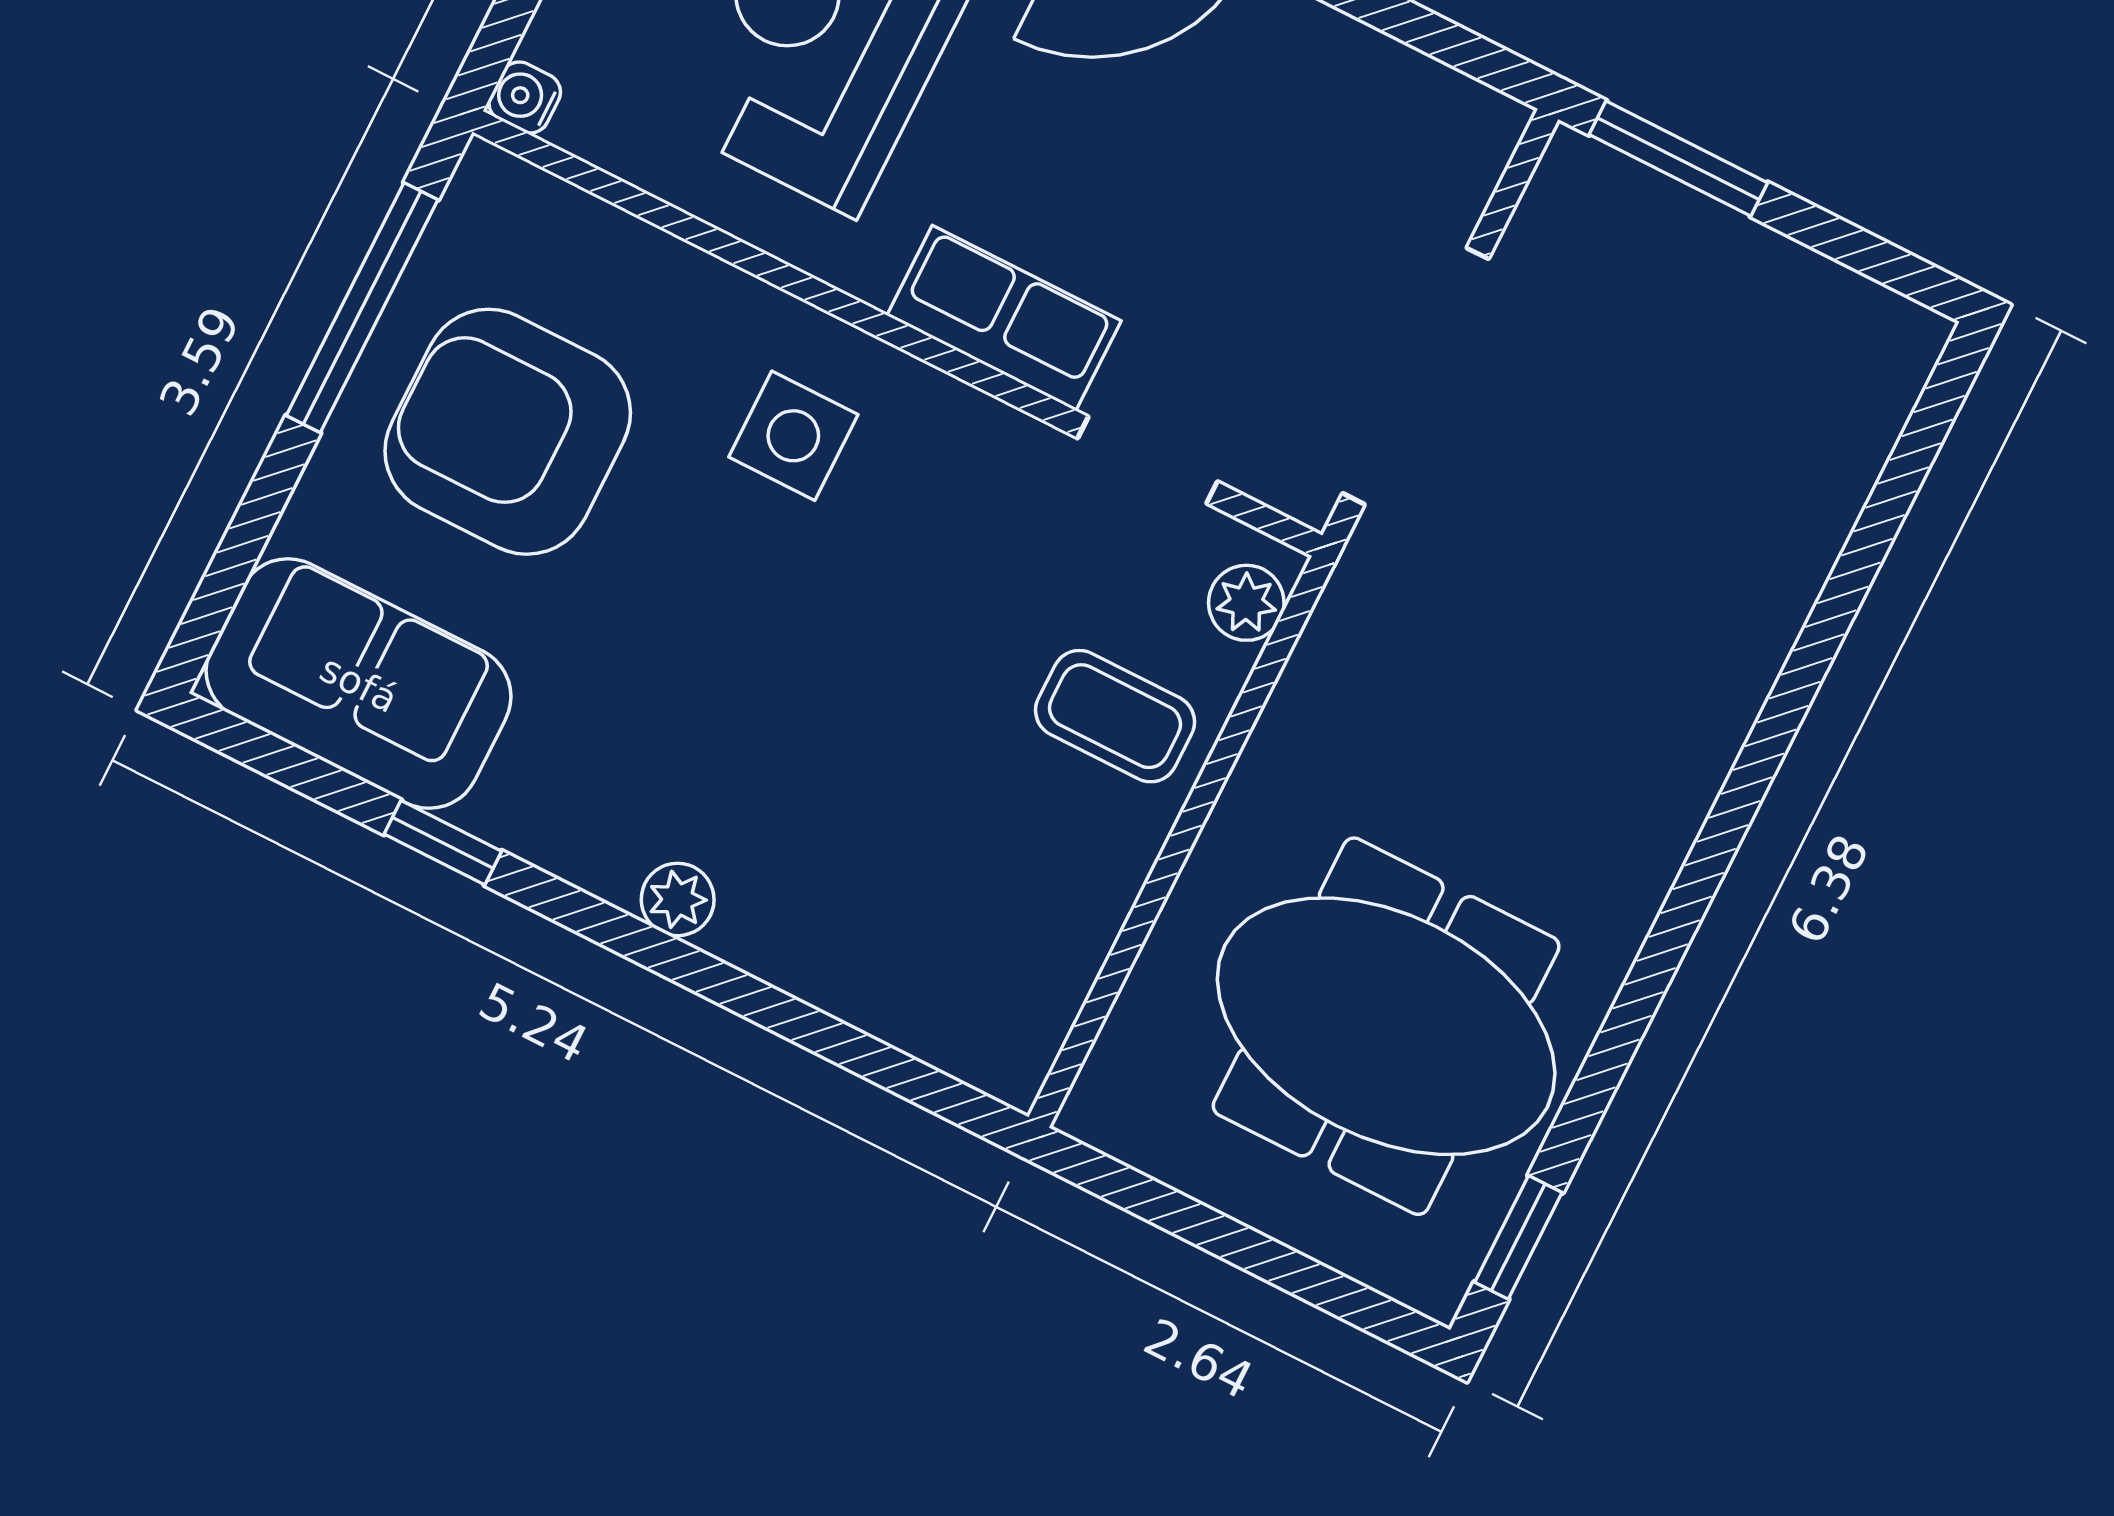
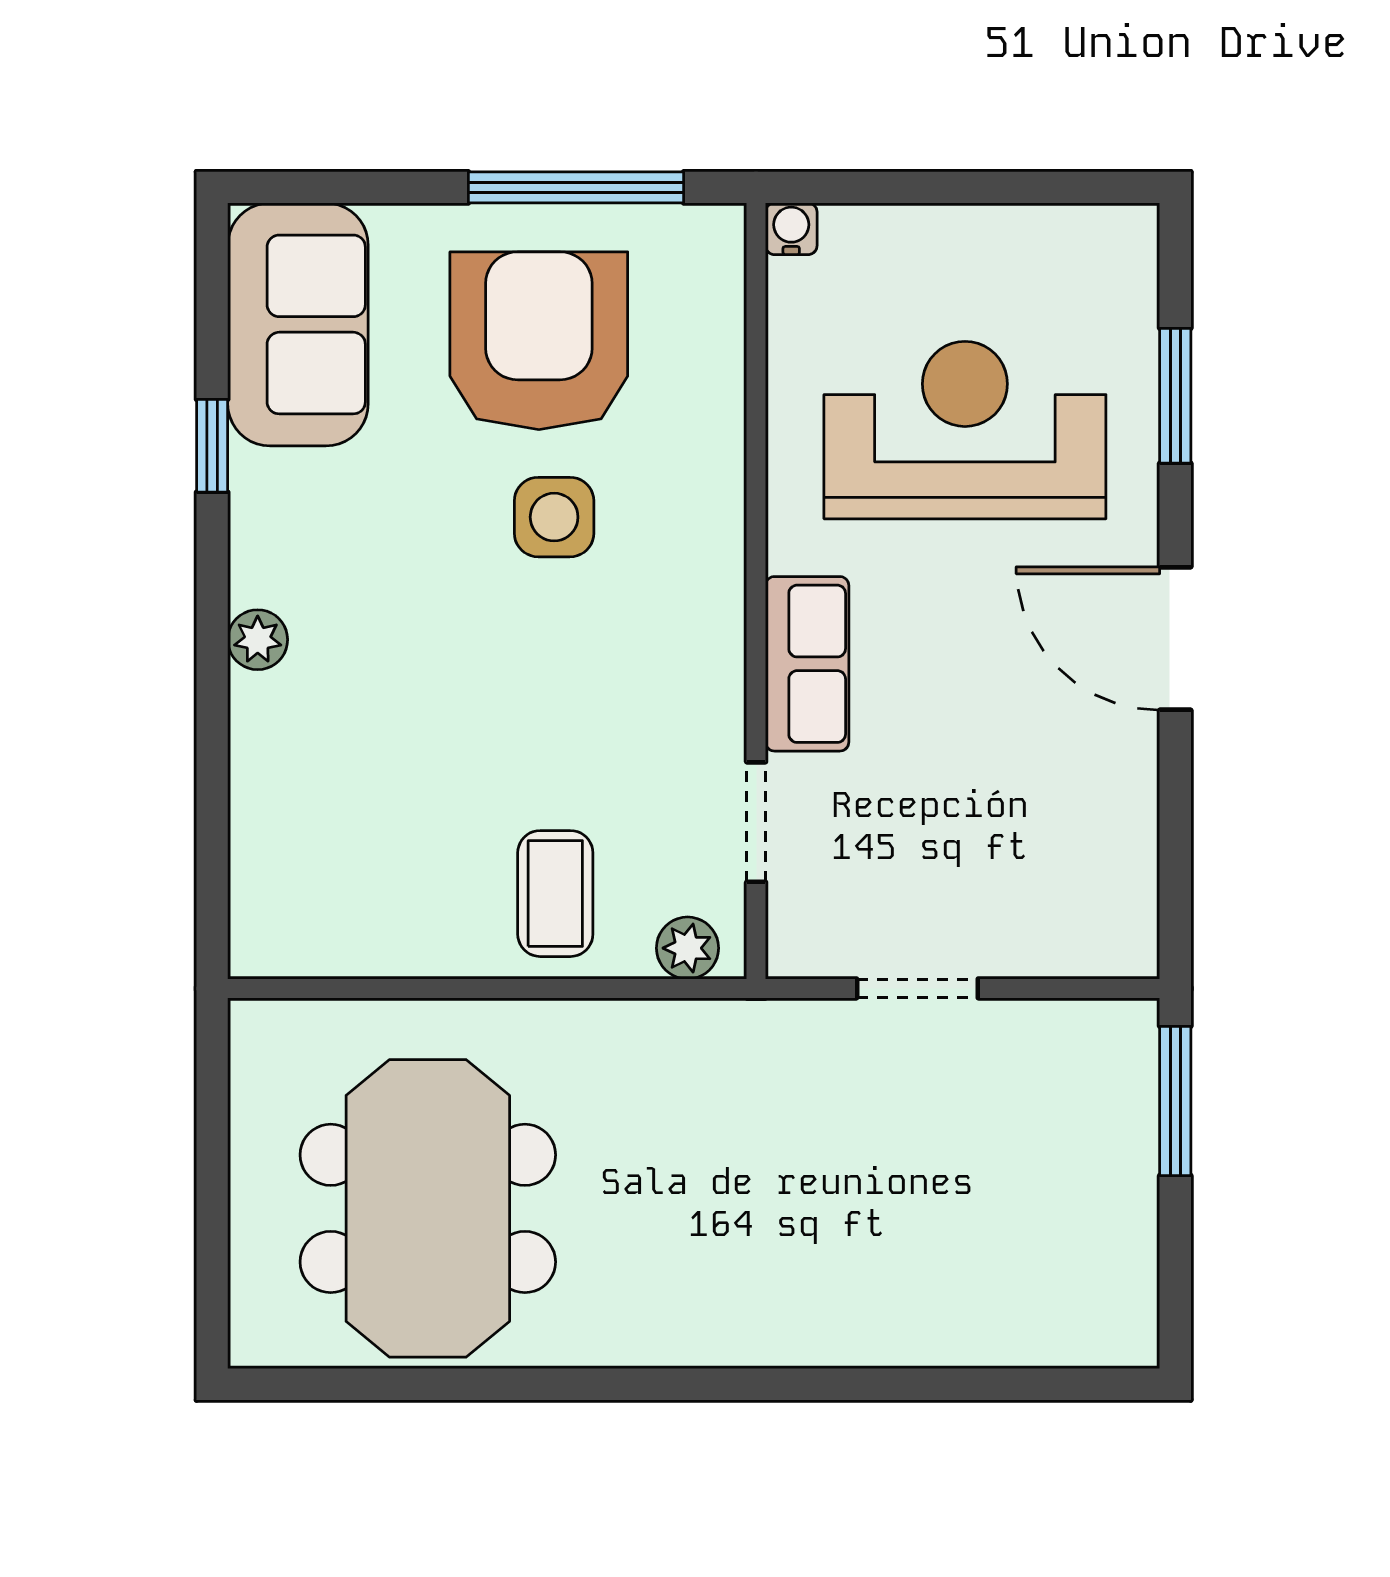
doorway: (1416, 376) -> (917, 988), width x0.53
side table: (793, 436) -> (554, 517), moved
window: (1518, 1237) -> (322, 1384), removed

